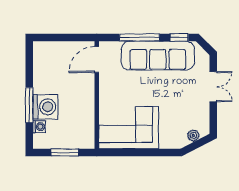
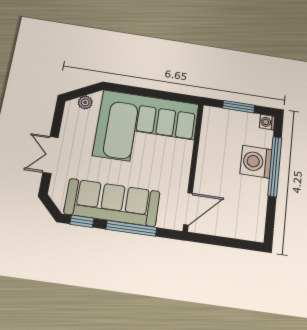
window: (29, 105) -> (275, 166), width x1.46
washing machine: (39, 127) -> (267, 122), moved
corner sofa: (129, 128) -> (146, 130), width x1.36, depth x1.36

